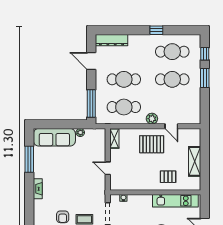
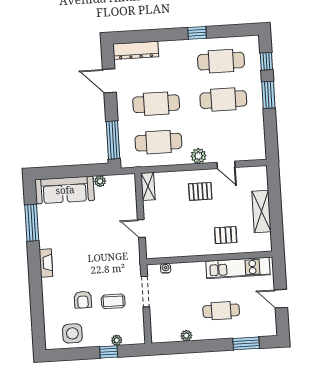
pallet: (152, 144) -> (200, 191), width x0.67, depth x0.71

